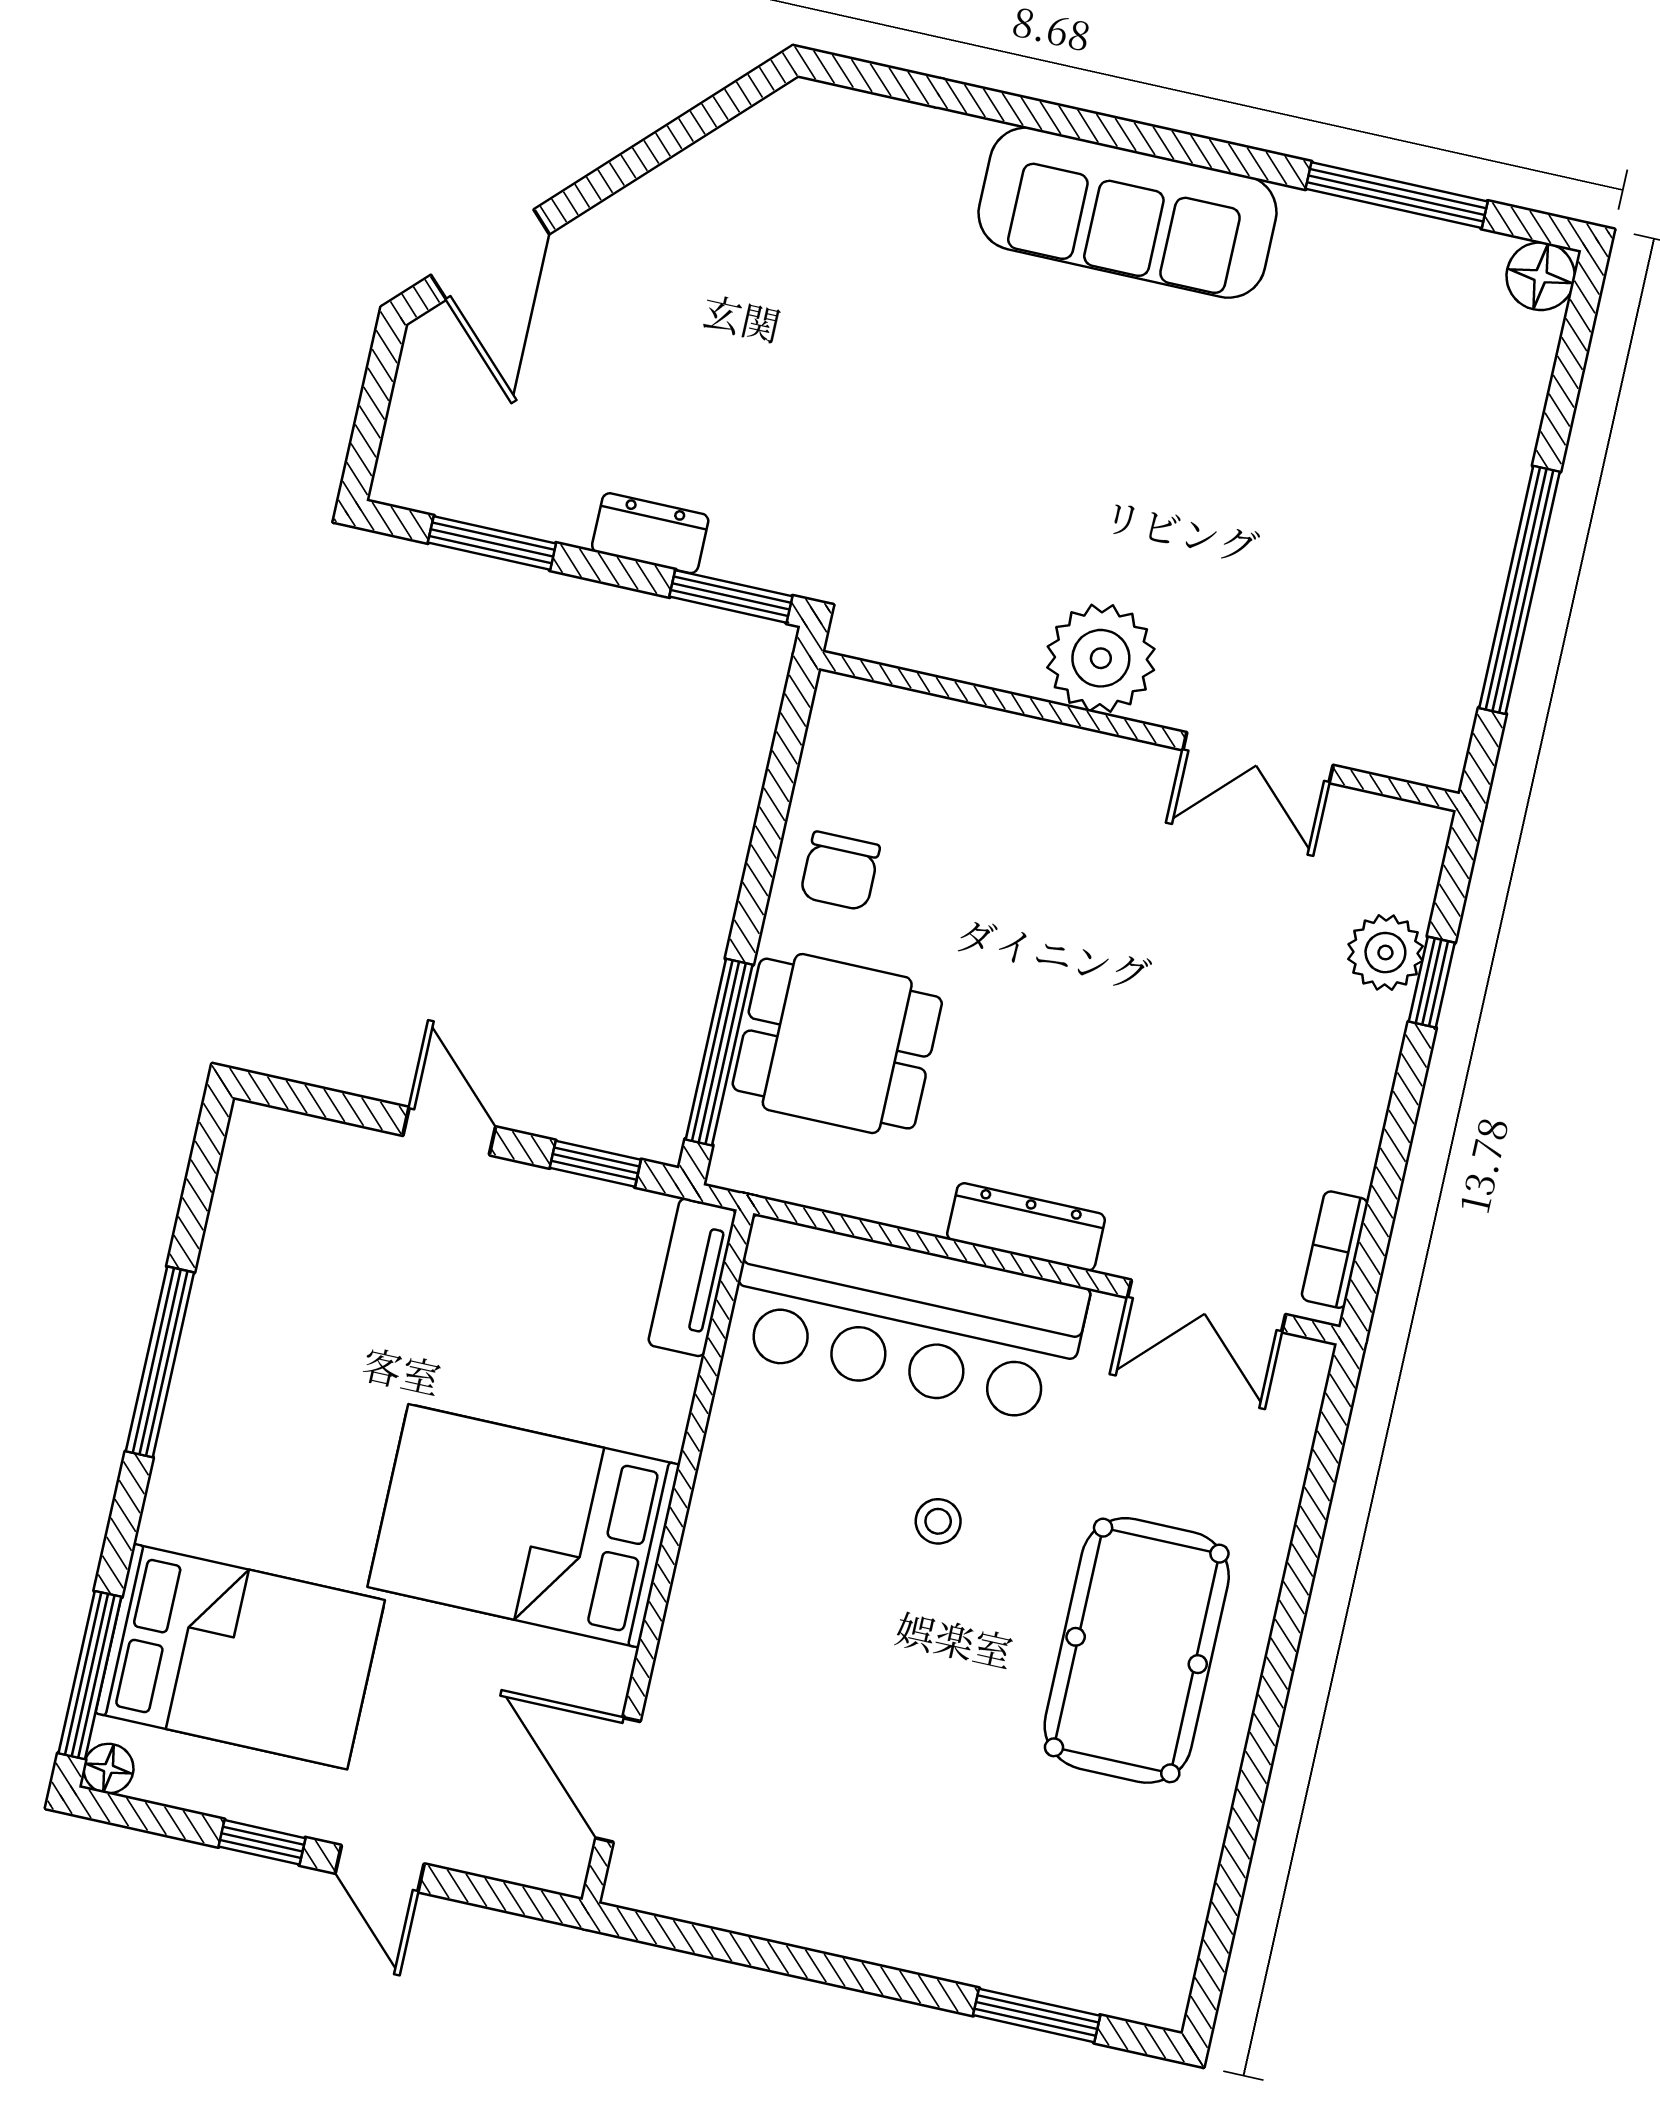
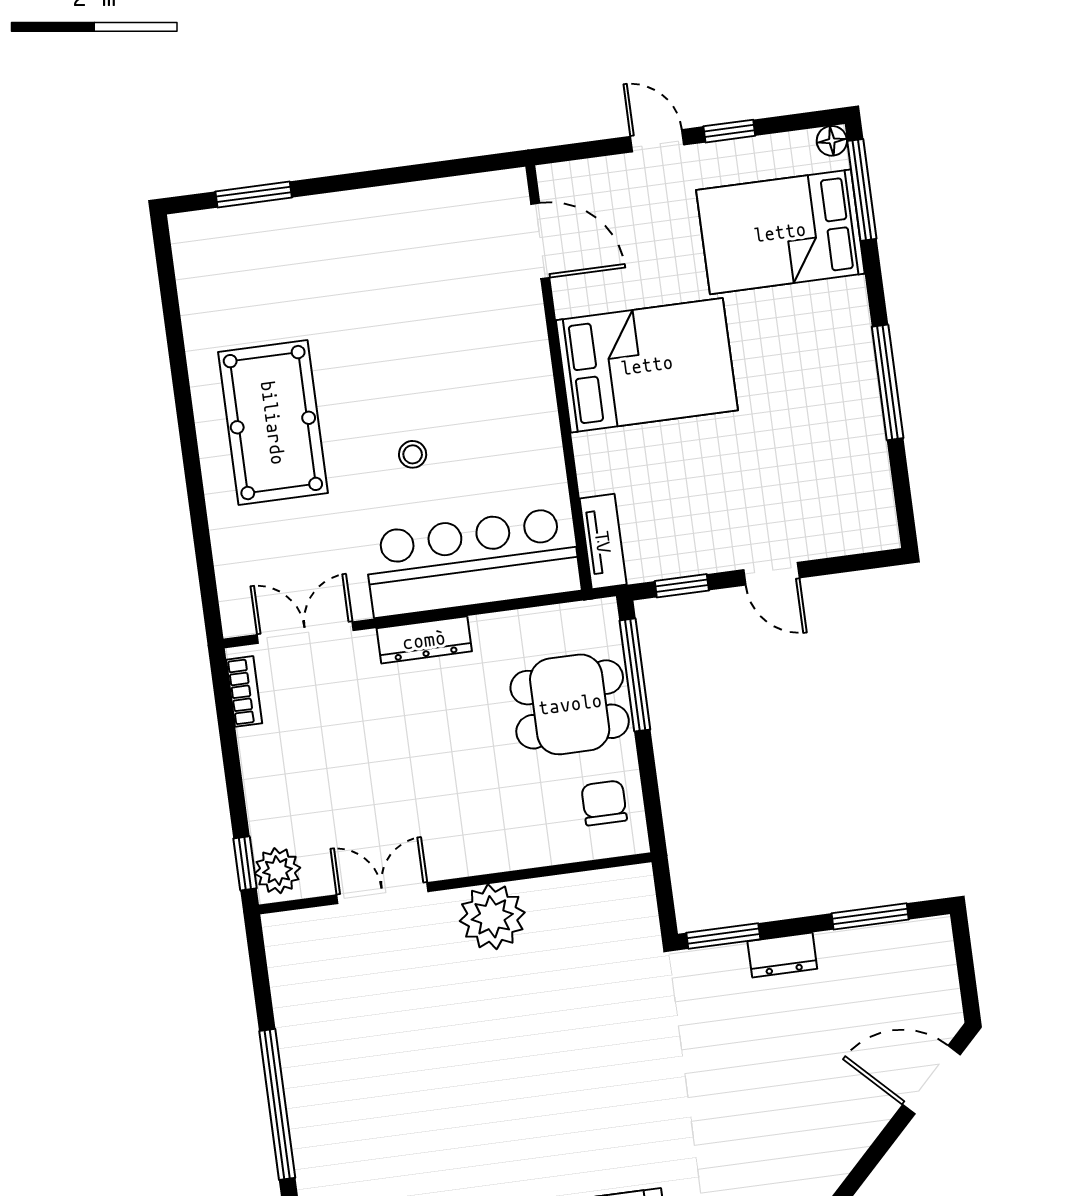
door: (490, 255) -> (931, 1080), hinge flipped
plant: (1101, 658) -> (492, 917), moved
wall: (1139, 731) -> (455, 883), moved
double door: (1258, 758) -> (382, 893), moved

